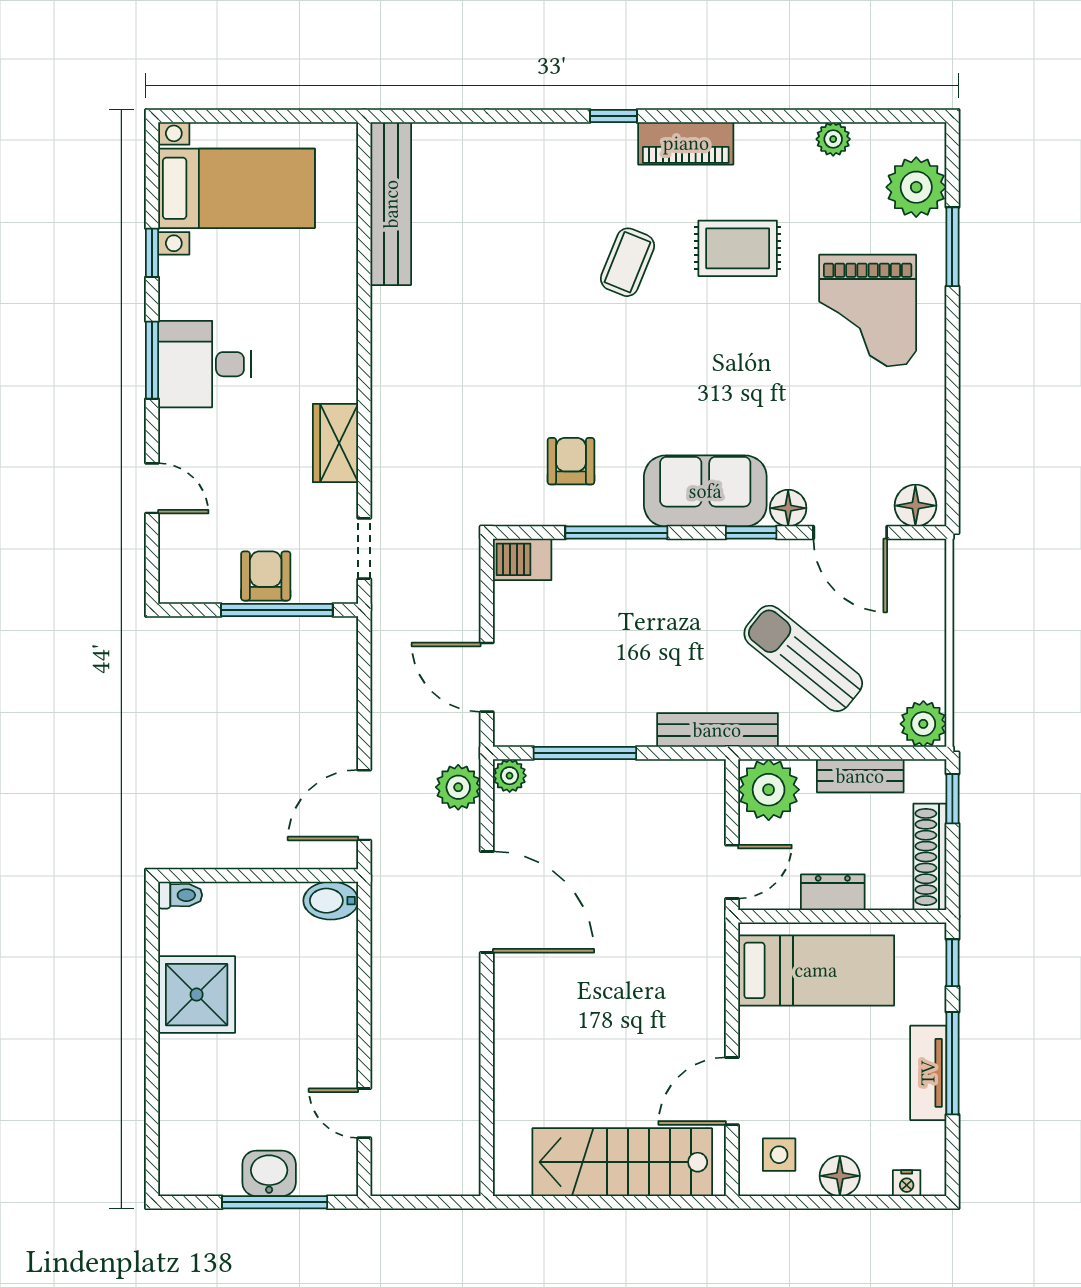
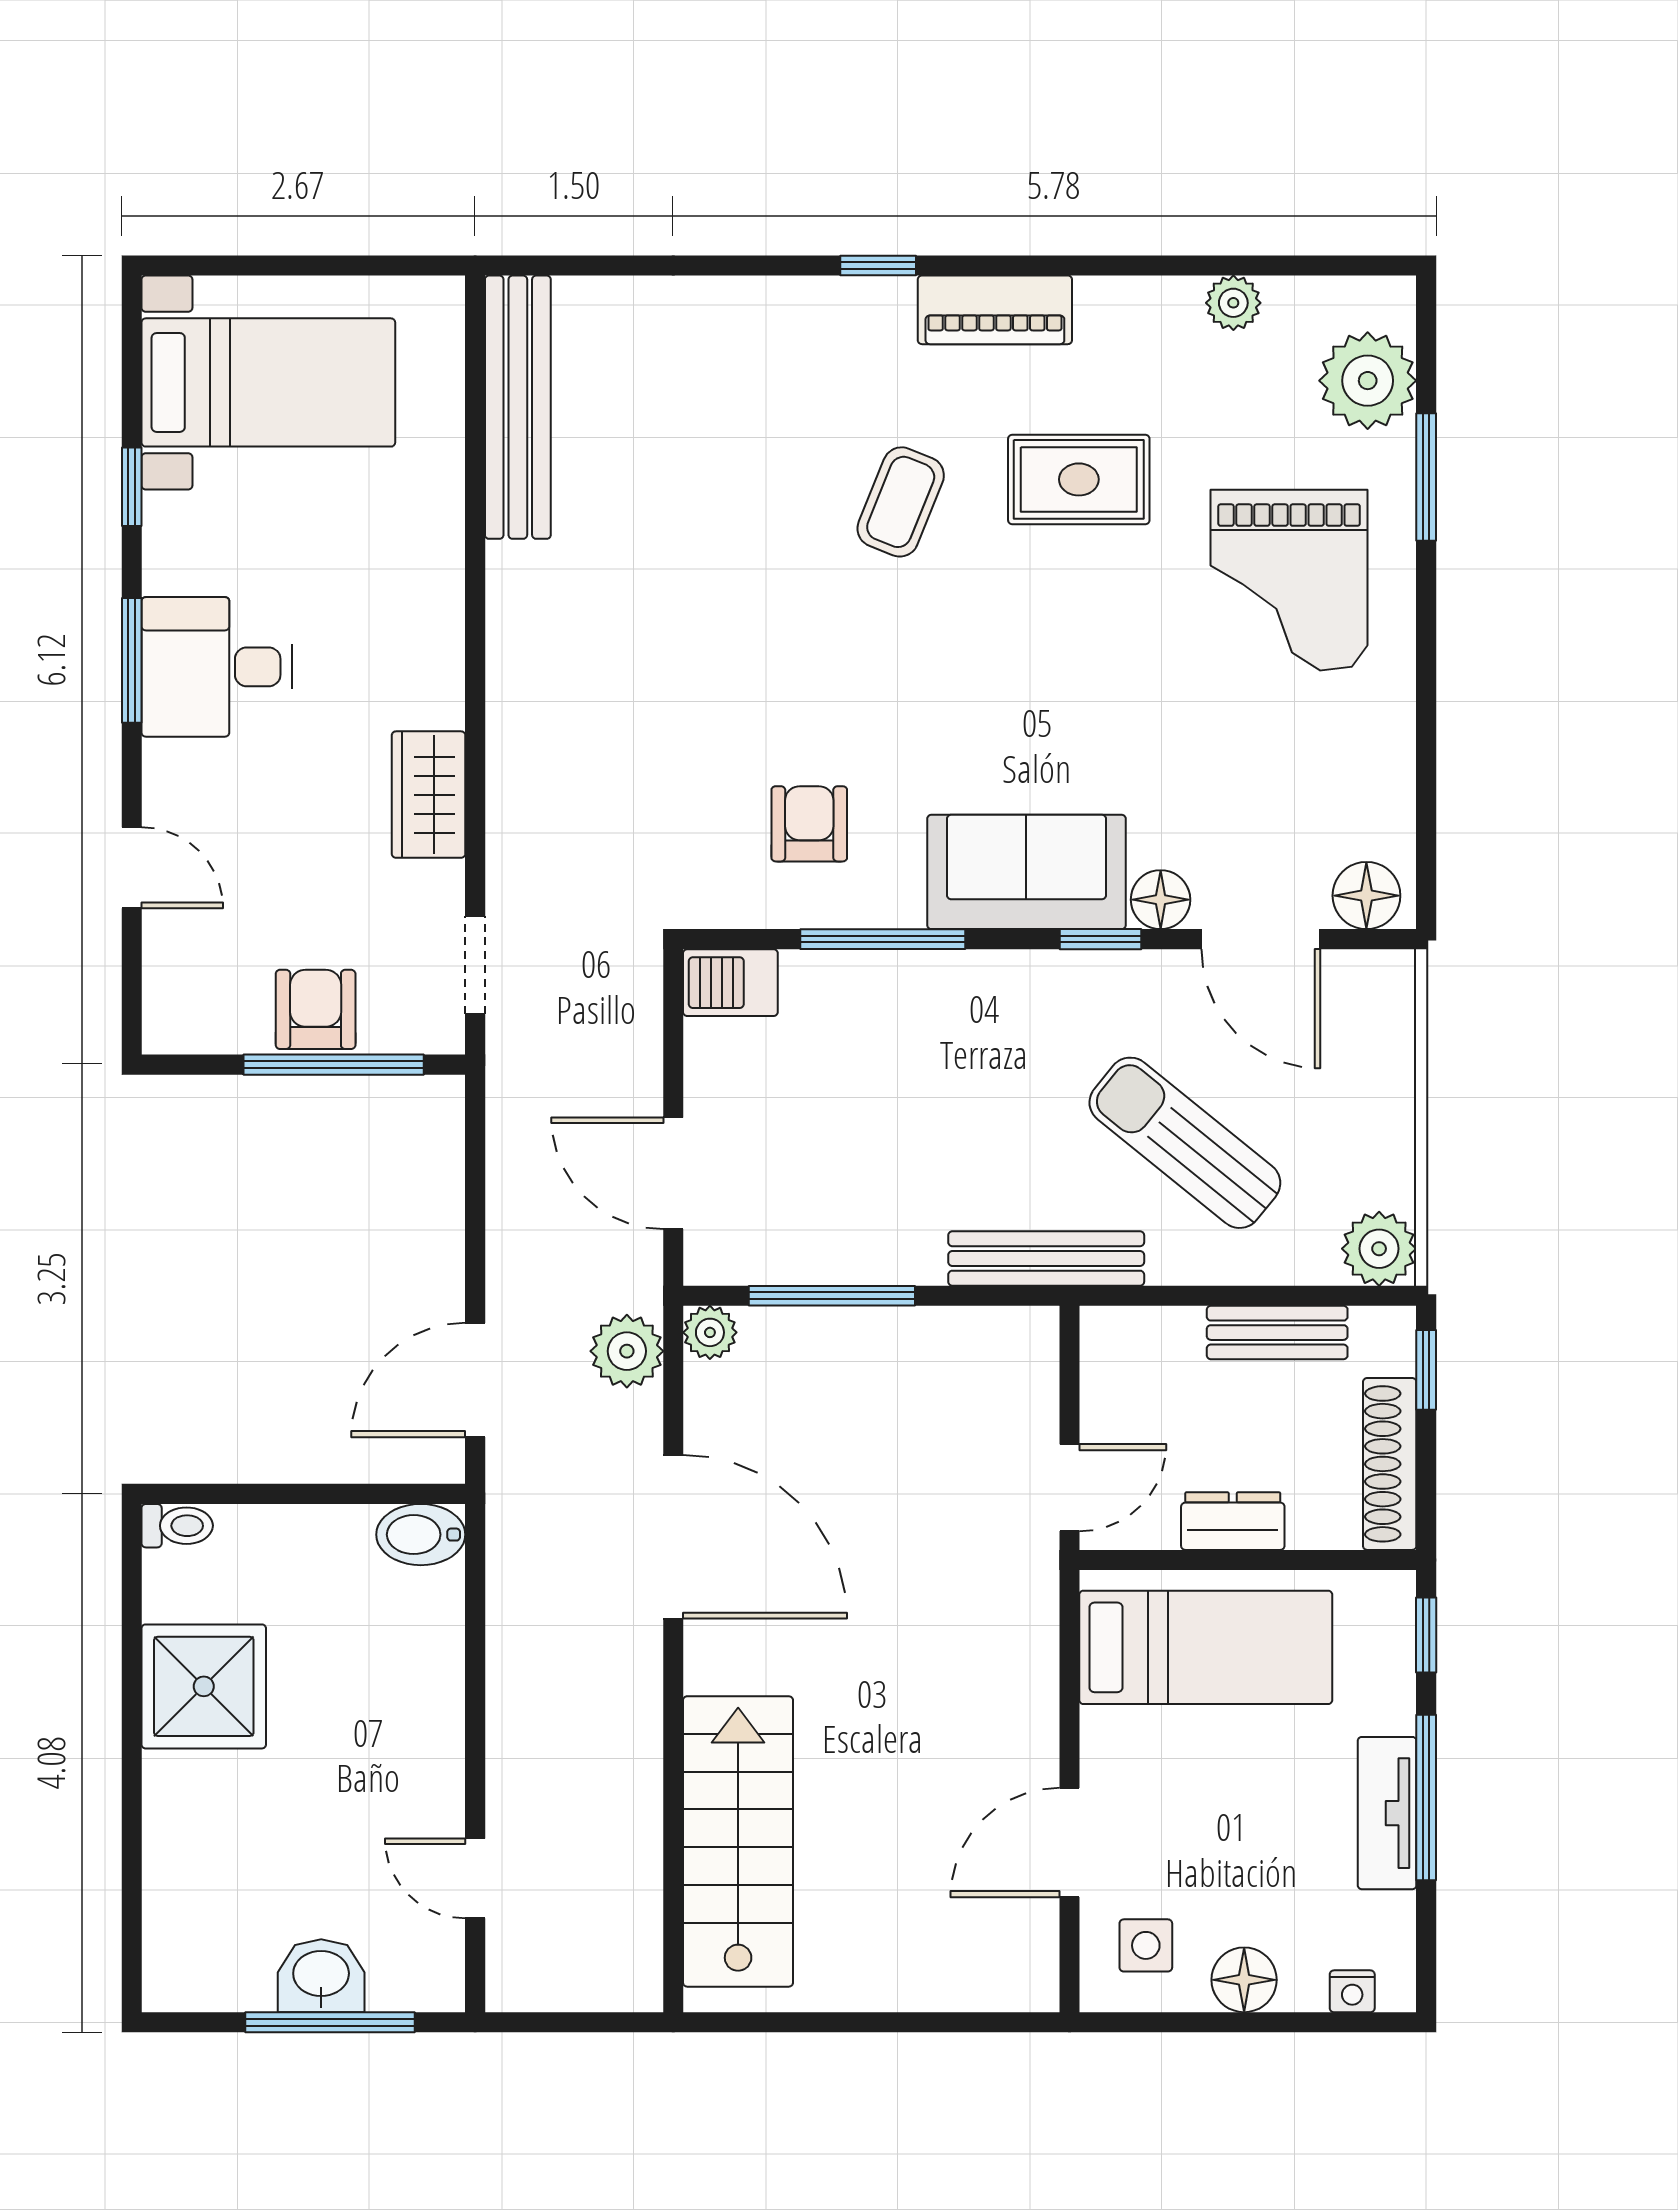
plant: (769, 790) -> (1129, 1355), removed
stairs: (622, 1162) -> (738, 1841), moved, turned 90

